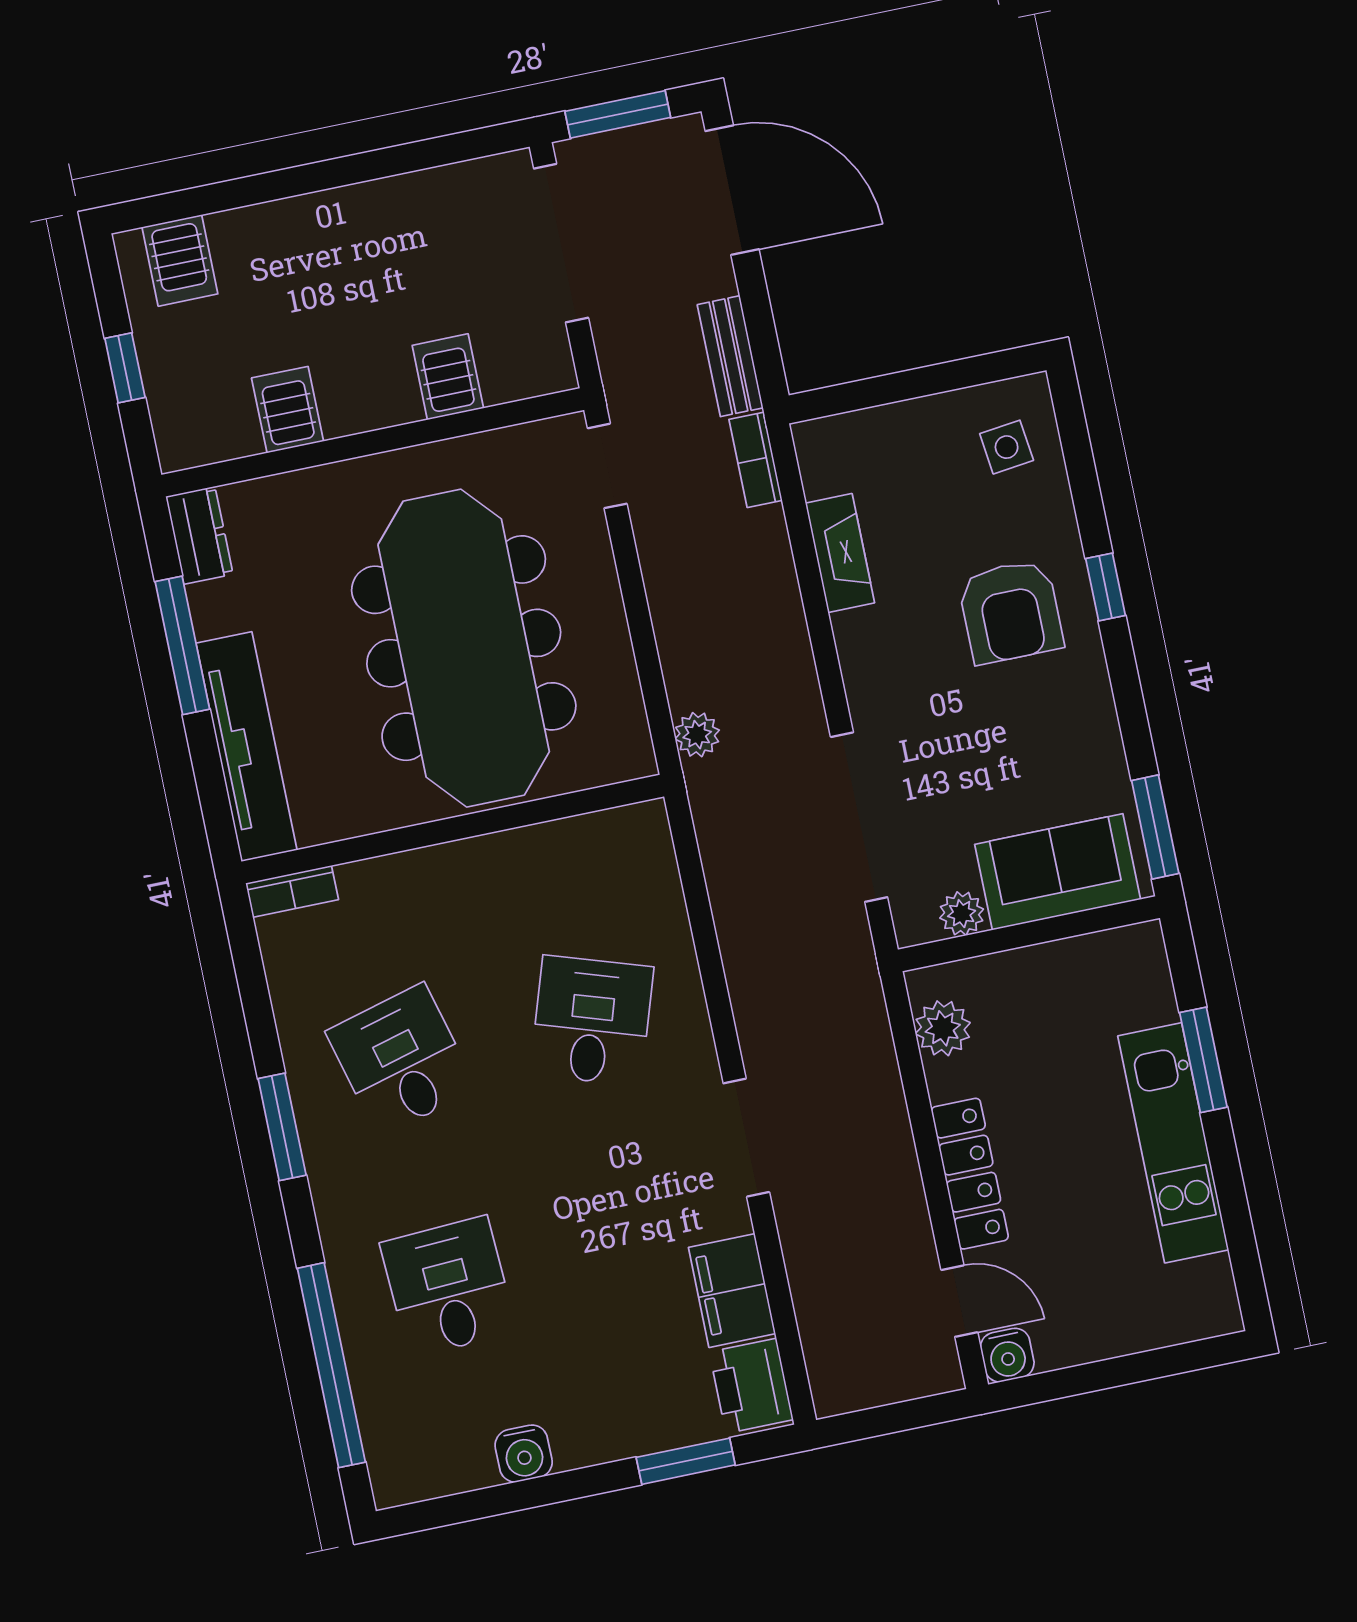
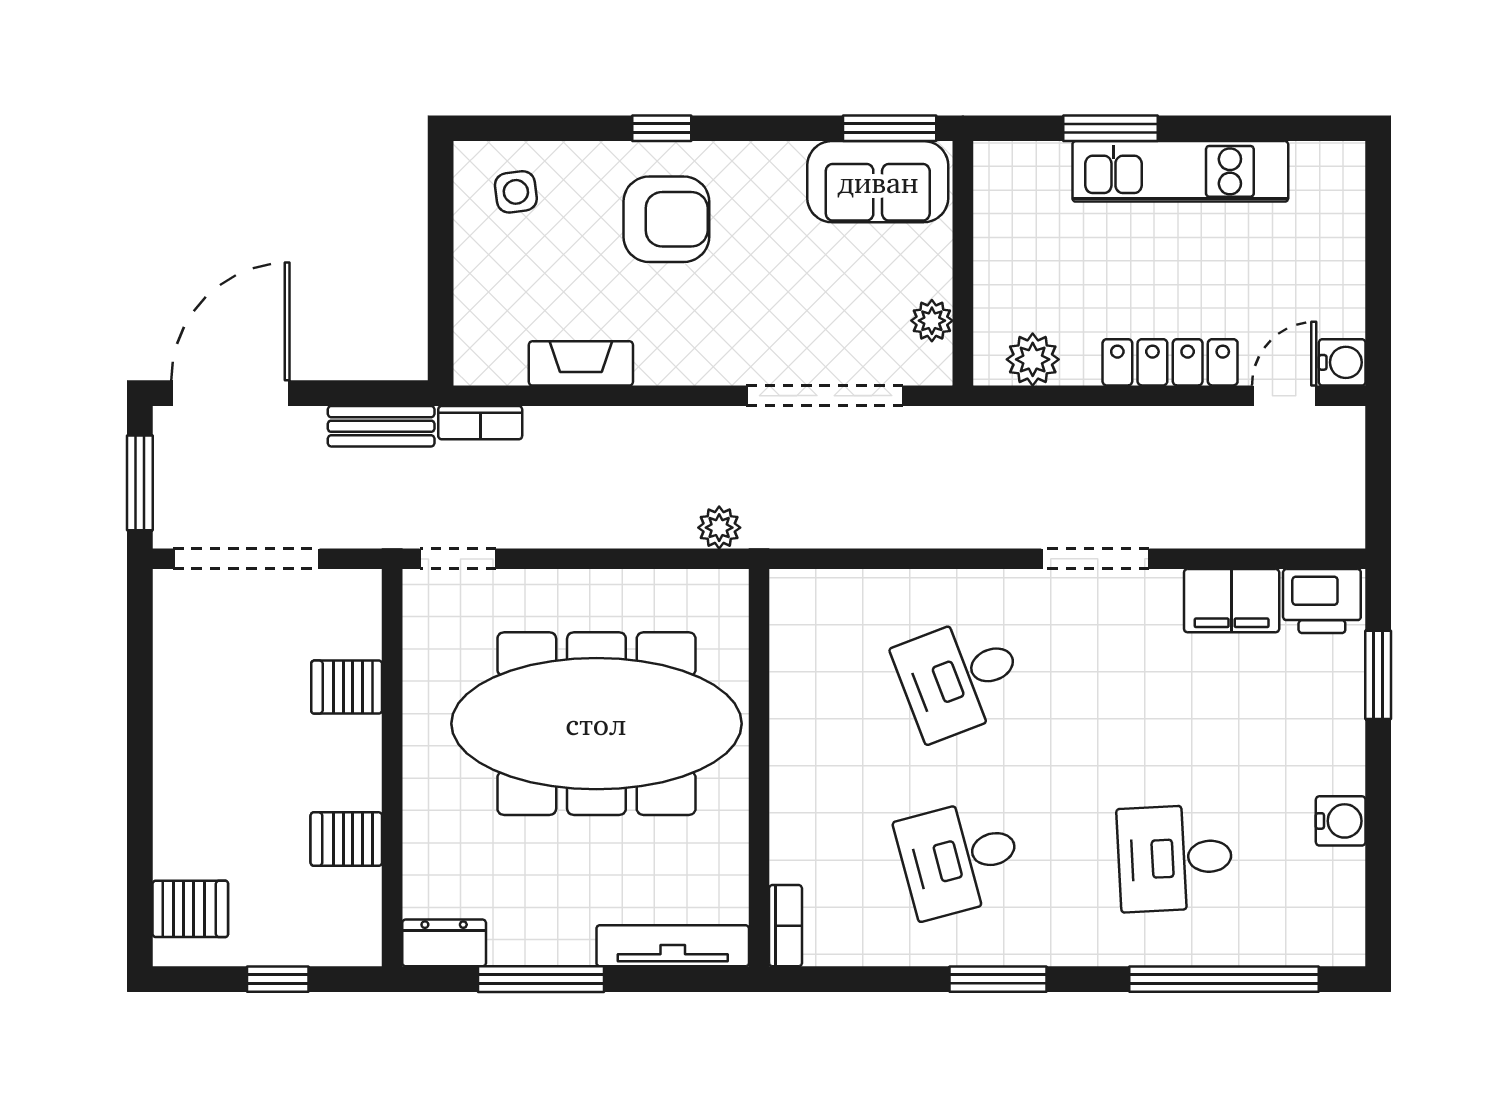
tv unit: (246, 747) -> (673, 946), width x0.73, depth x0.78
sofa: (1058, 872) -> (878, 182), moved, turned -90
desk: (592, 1021) -> (960, 677), turned -39

